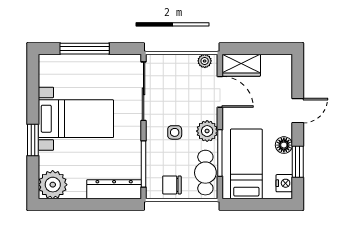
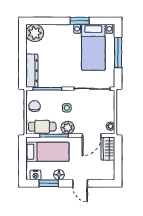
bed with nightstands: (76, 119) -> (93, 47), moved
window: (33, 140) -> (80, 21), moved

